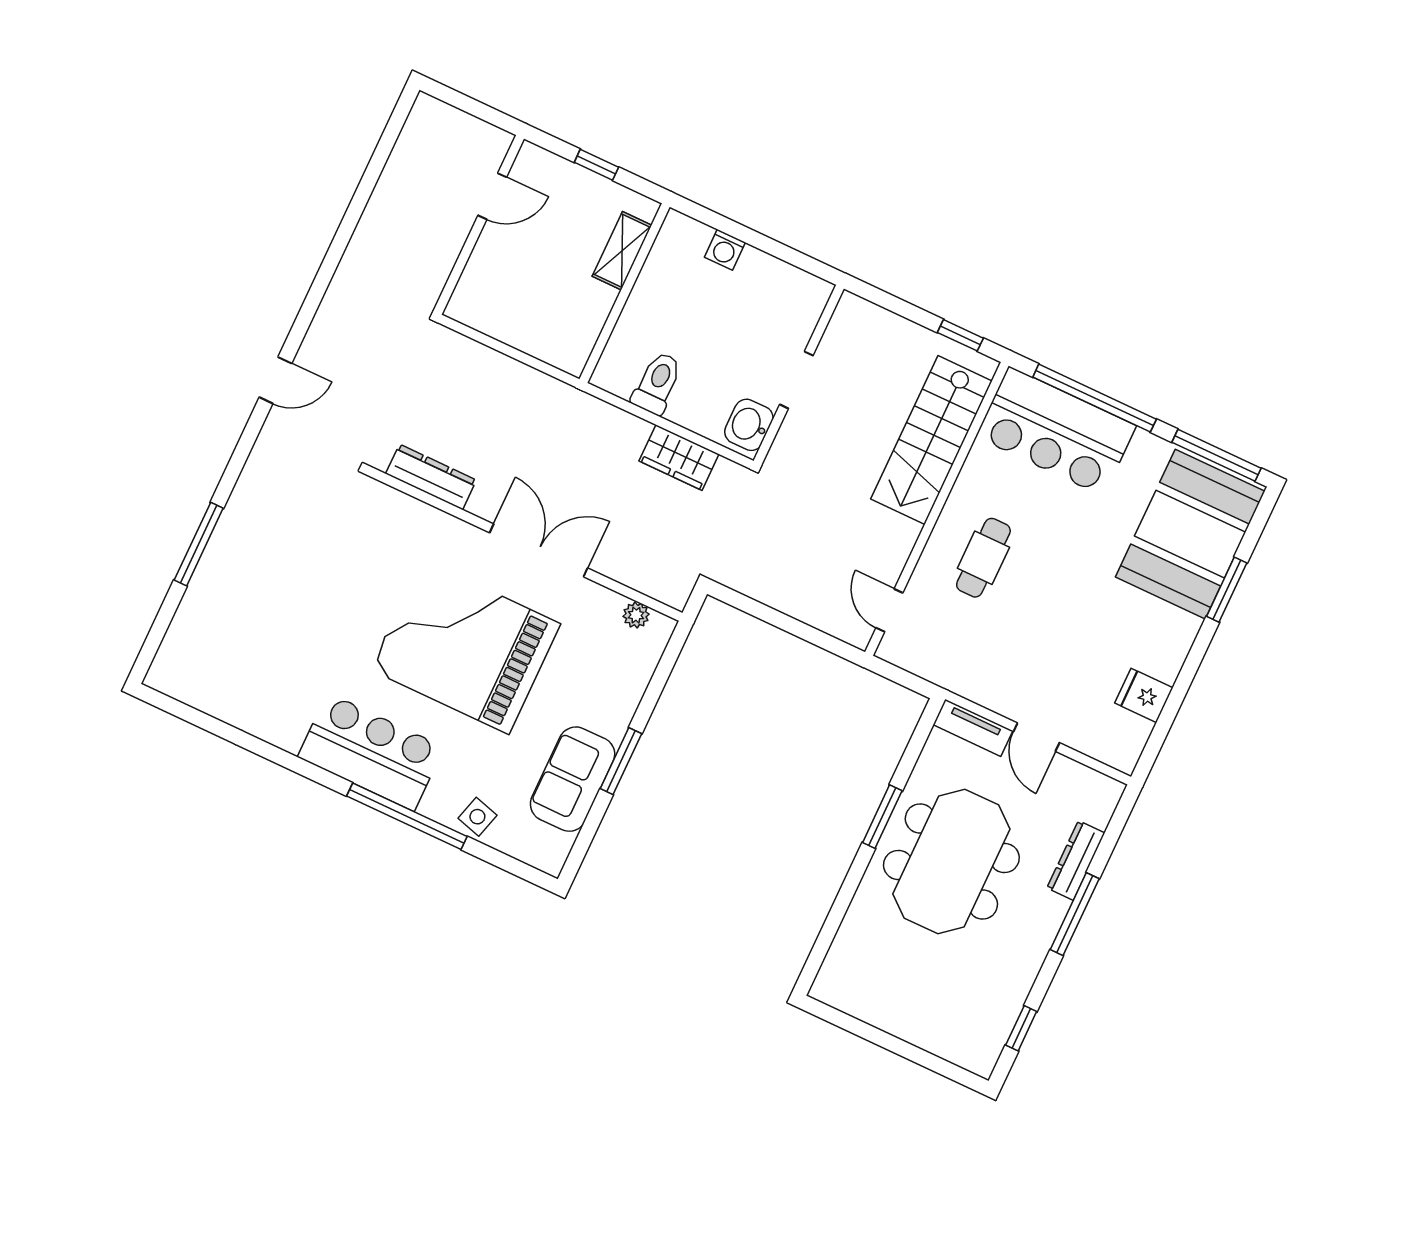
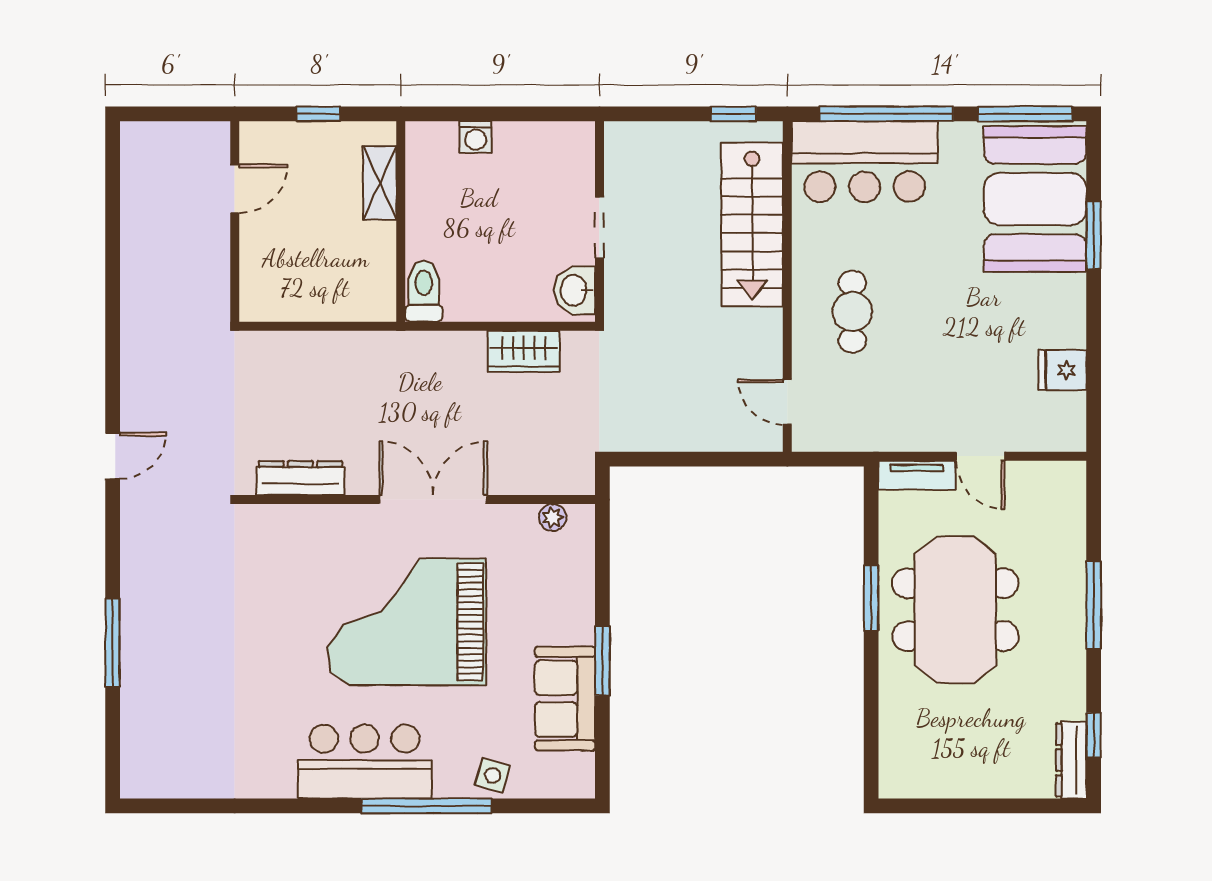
toilet: (657, 383) -> (424, 291), moved
dresser: (1076, 860) -> (1071, 760), moved

